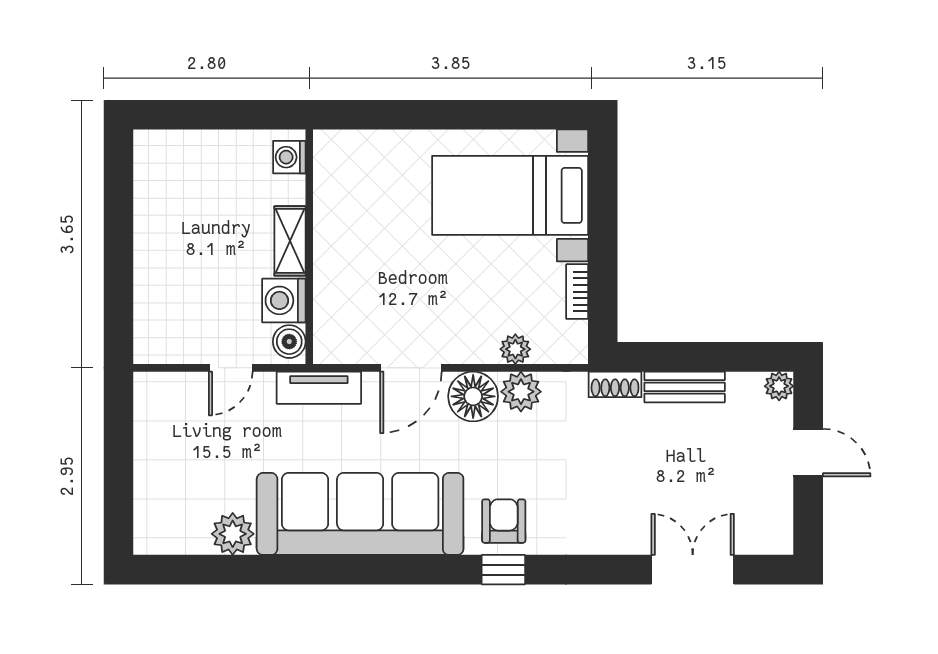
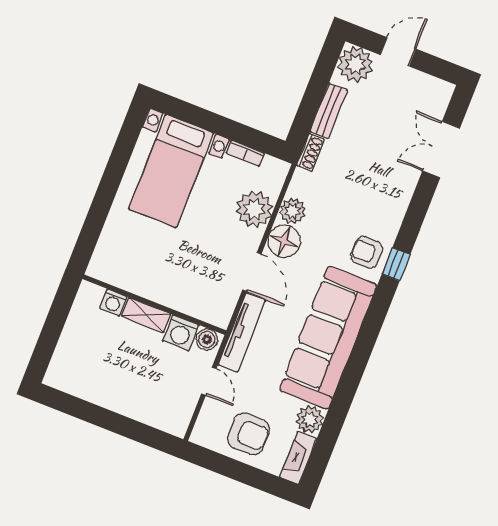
washing machine: (289, 157) -> (113, 302), moved
plant: (515, 349) -> (254, 209), width x1.88, depth x1.88
plant: (779, 386) -> (355, 64), width x1.87, depth x1.87
tv unit: (319, 388) -> (242, 332), width x1.41
armchair: (178, 454) -> (249, 434), added
fireplace: (171, 539) -> (298, 458), added

